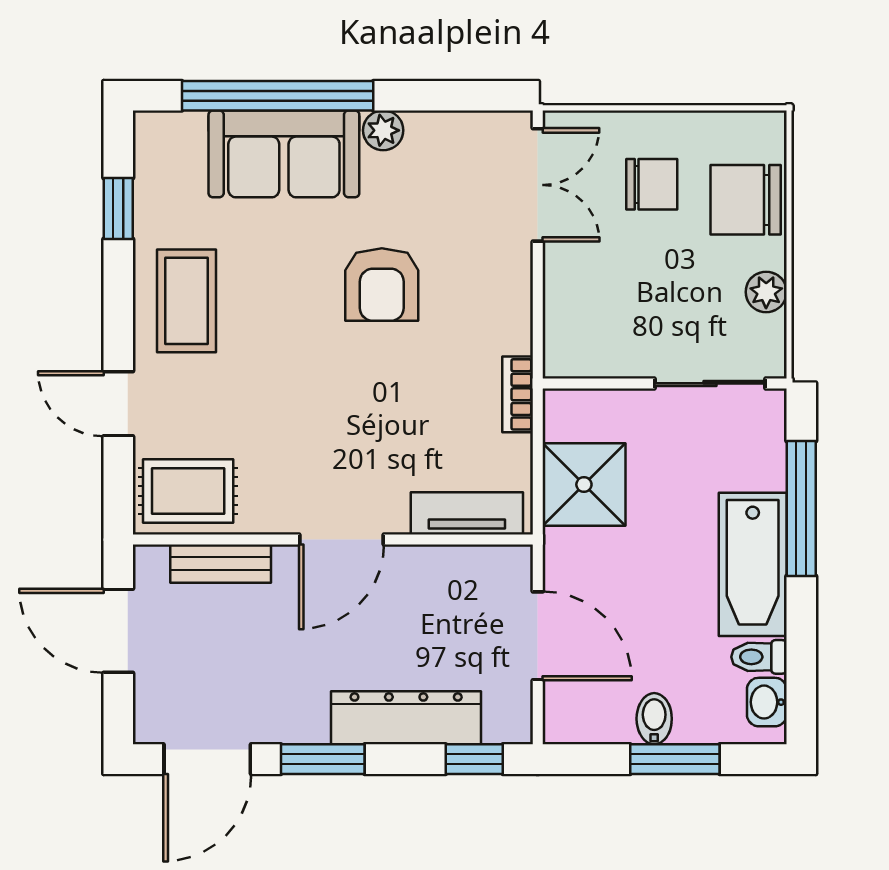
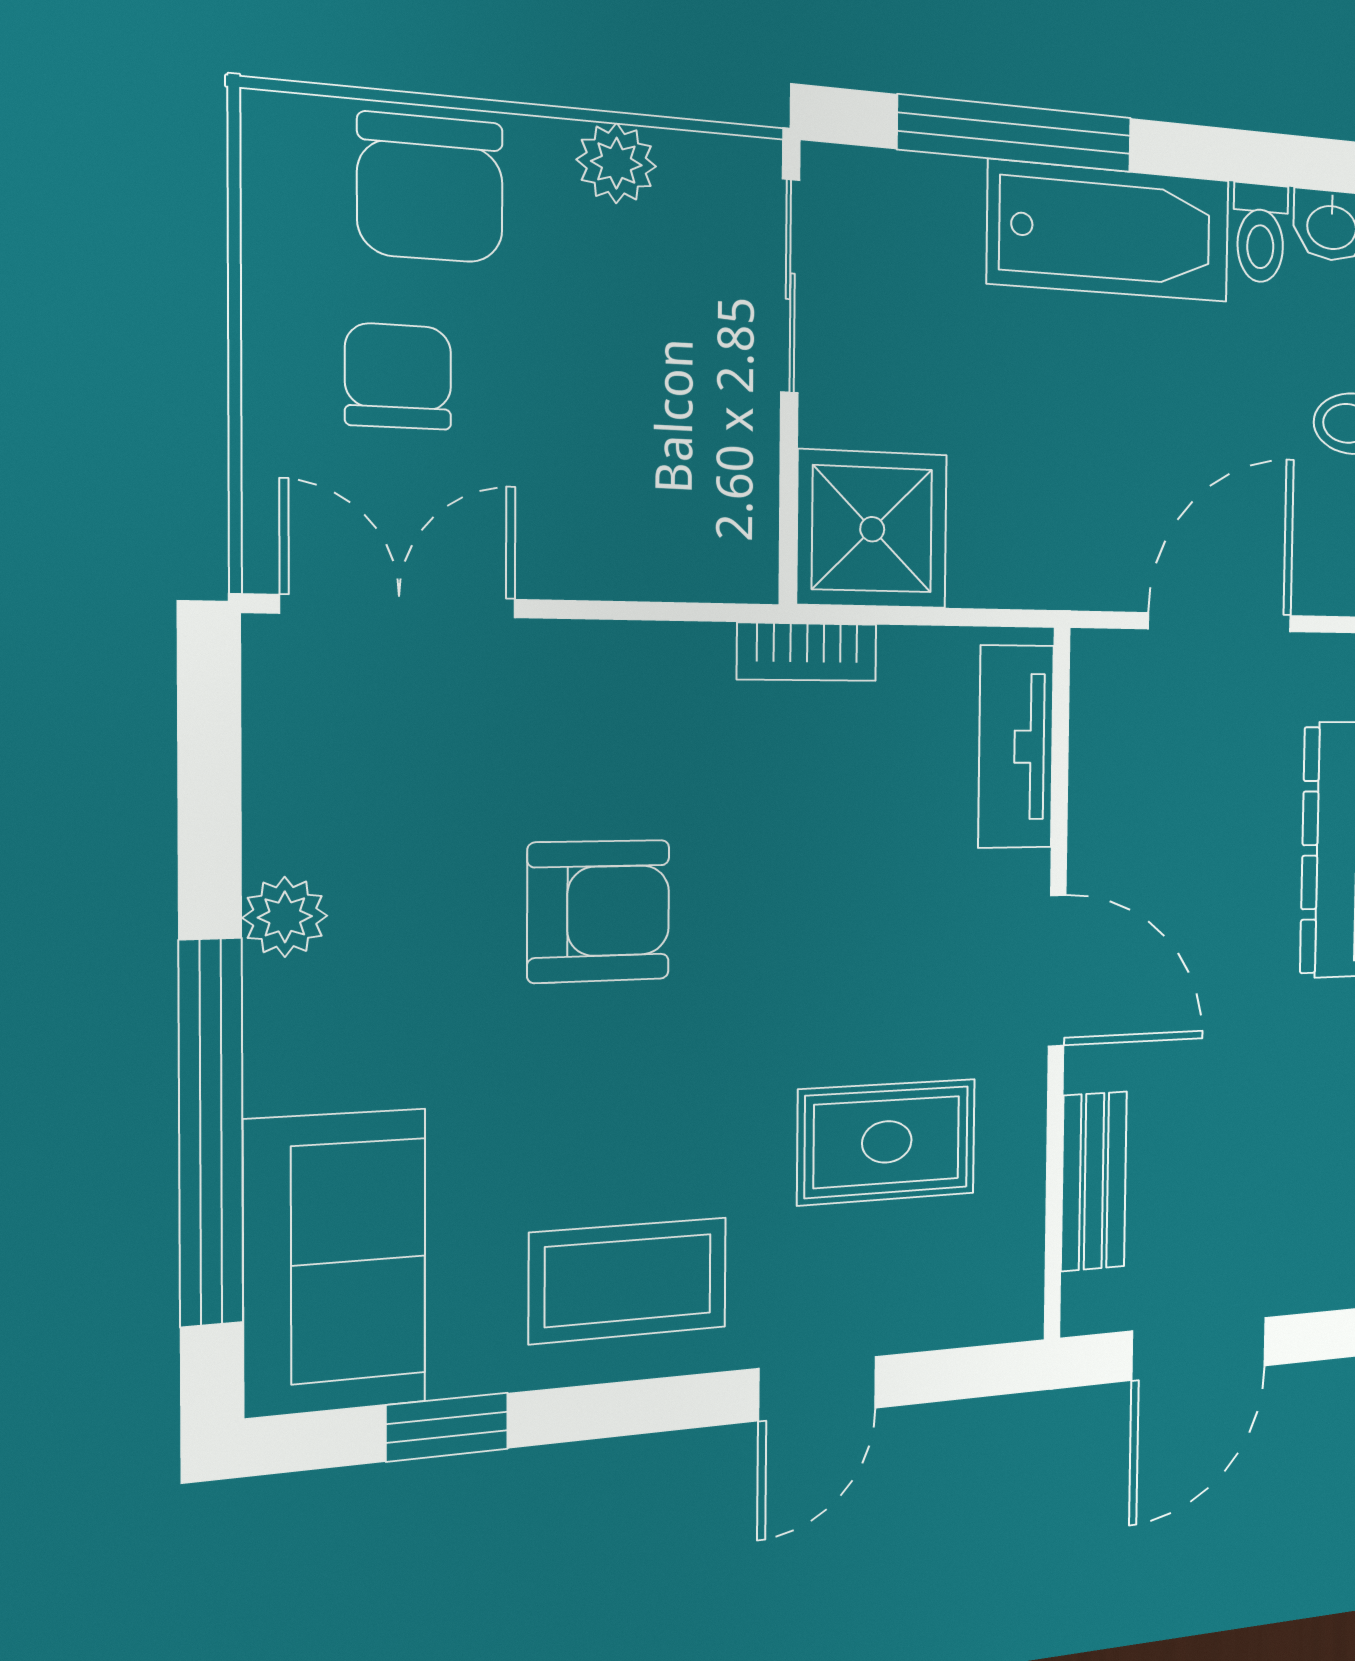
sofa: (284, 154) -> (335, 1262), moved
shower: (584, 485) -> (872, 529), moved
rug: (188, 491) -> (887, 1142), moved, turned 90

